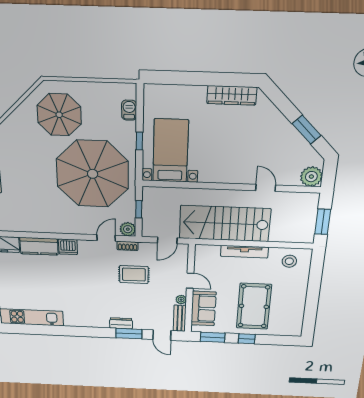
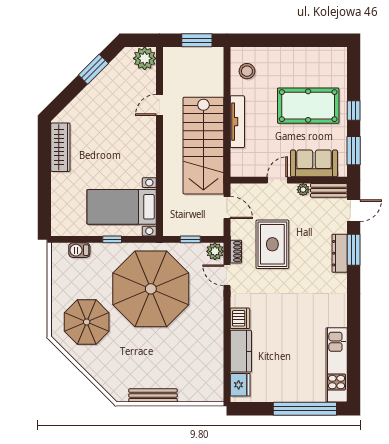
rug: (134, 275) -> (272, 244), width x1.36, depth x1.43
dresser: (121, 323) -> (340, 253), width x1.44

